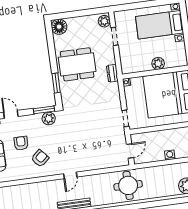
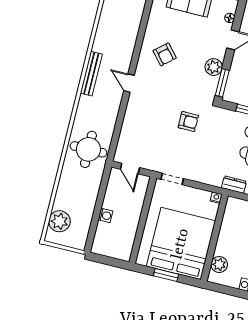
plant: (158, 63) -> (219, 264), moved
plant: (49, 119) -> (214, 67), moved
armchair: (21, 143) -> (188, 122), moved

